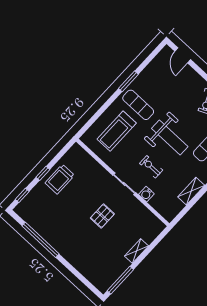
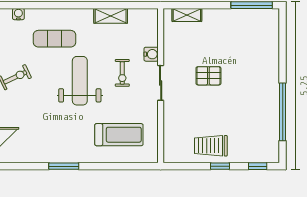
exercise mat: (138, 105) -> (77, 137), removed
trolley: (60, 179) -> (211, 146), turned 180
shelving: (137, 251) -> (187, 15), moved

